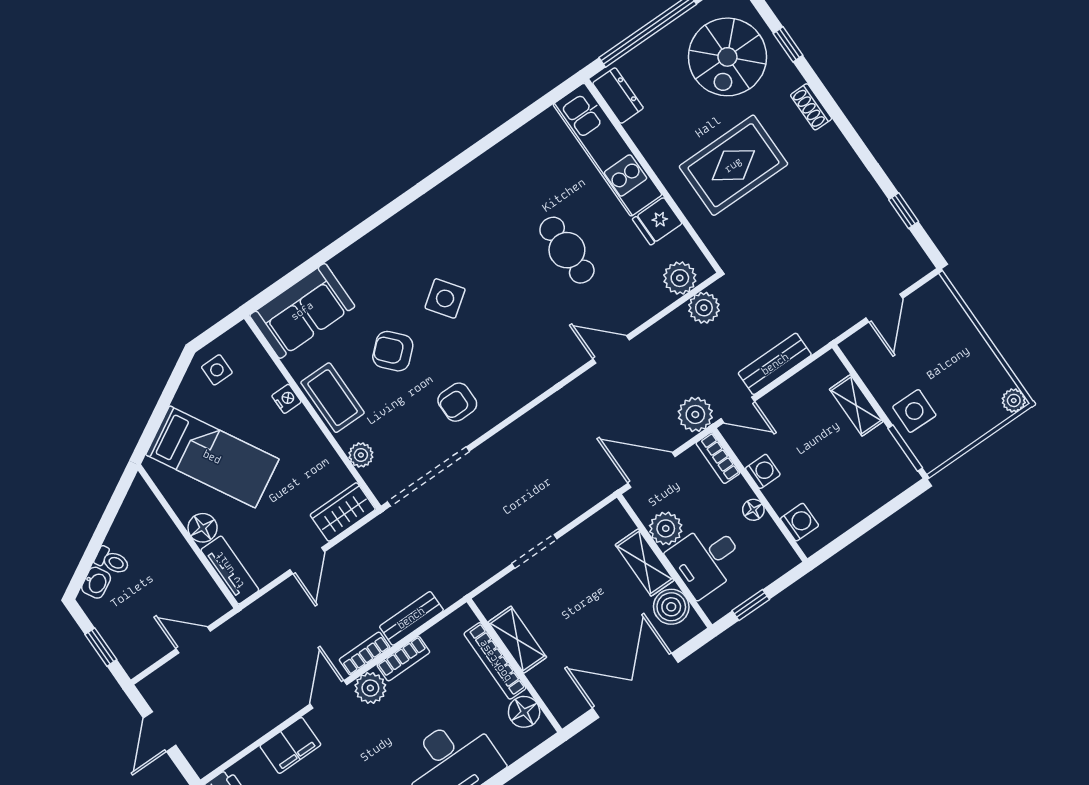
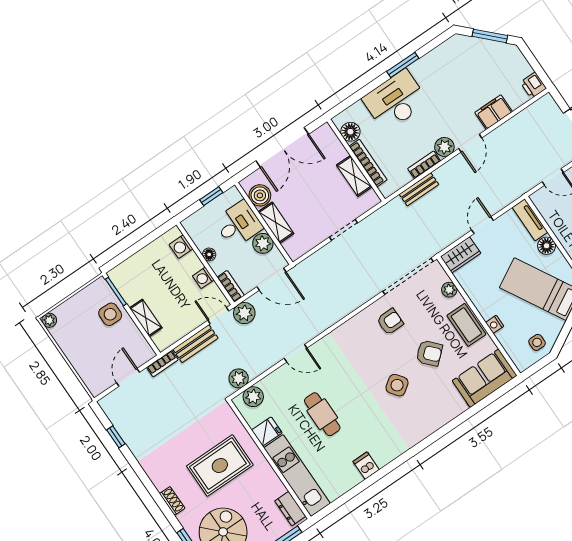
dishwasher: (495, 167) -> (366, 466), added
bookcase: (365, 653) -> (162, 364), moved

